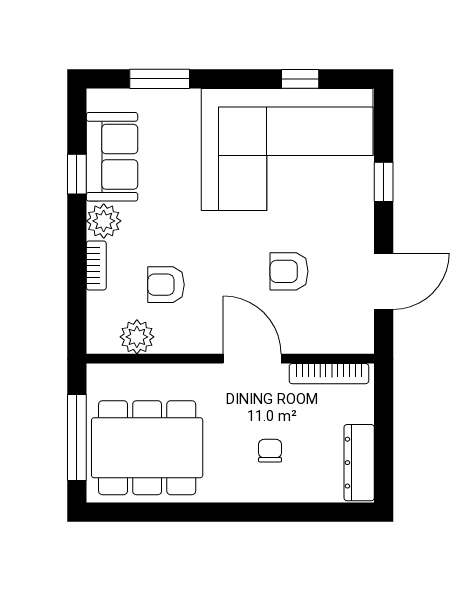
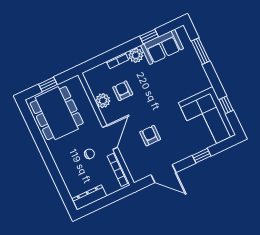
corner sofa: (287, 149) -> (207, 119), width x0.73, depth x0.74
plant: (137, 337) -> (103, 101), moved
window: (77, 438) -> (48, 84), width x0.46
chair: (270, 451) -> (89, 154), moved

